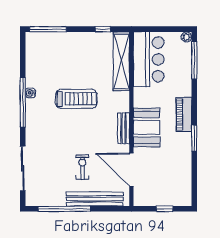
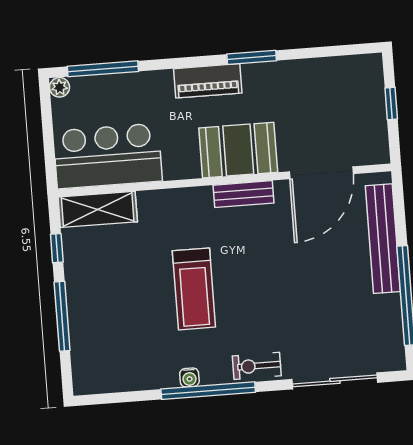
window: (48, 29) -> (62, 316), moved
shelving: (121, 61) -> (98, 209), width x0.68
treadmill: (76, 99) -> (194, 289), turned 180
exercise bike: (82, 167) -> (257, 366), moved

